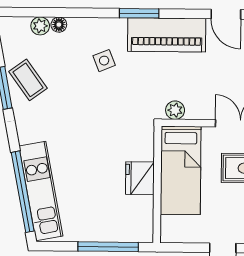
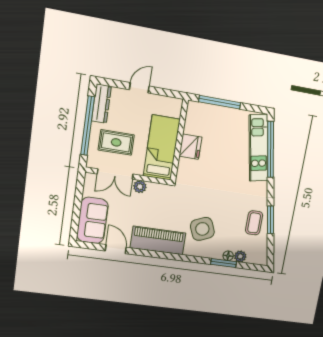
window: (139, 13) -> (224, 263), moved
side table: (104, 61) -> (202, 229), width x1.87, depth x1.87
coffee table: (28, 80) -> (254, 223), turned 36
plant: (175, 110) -> (140, 187), moved

